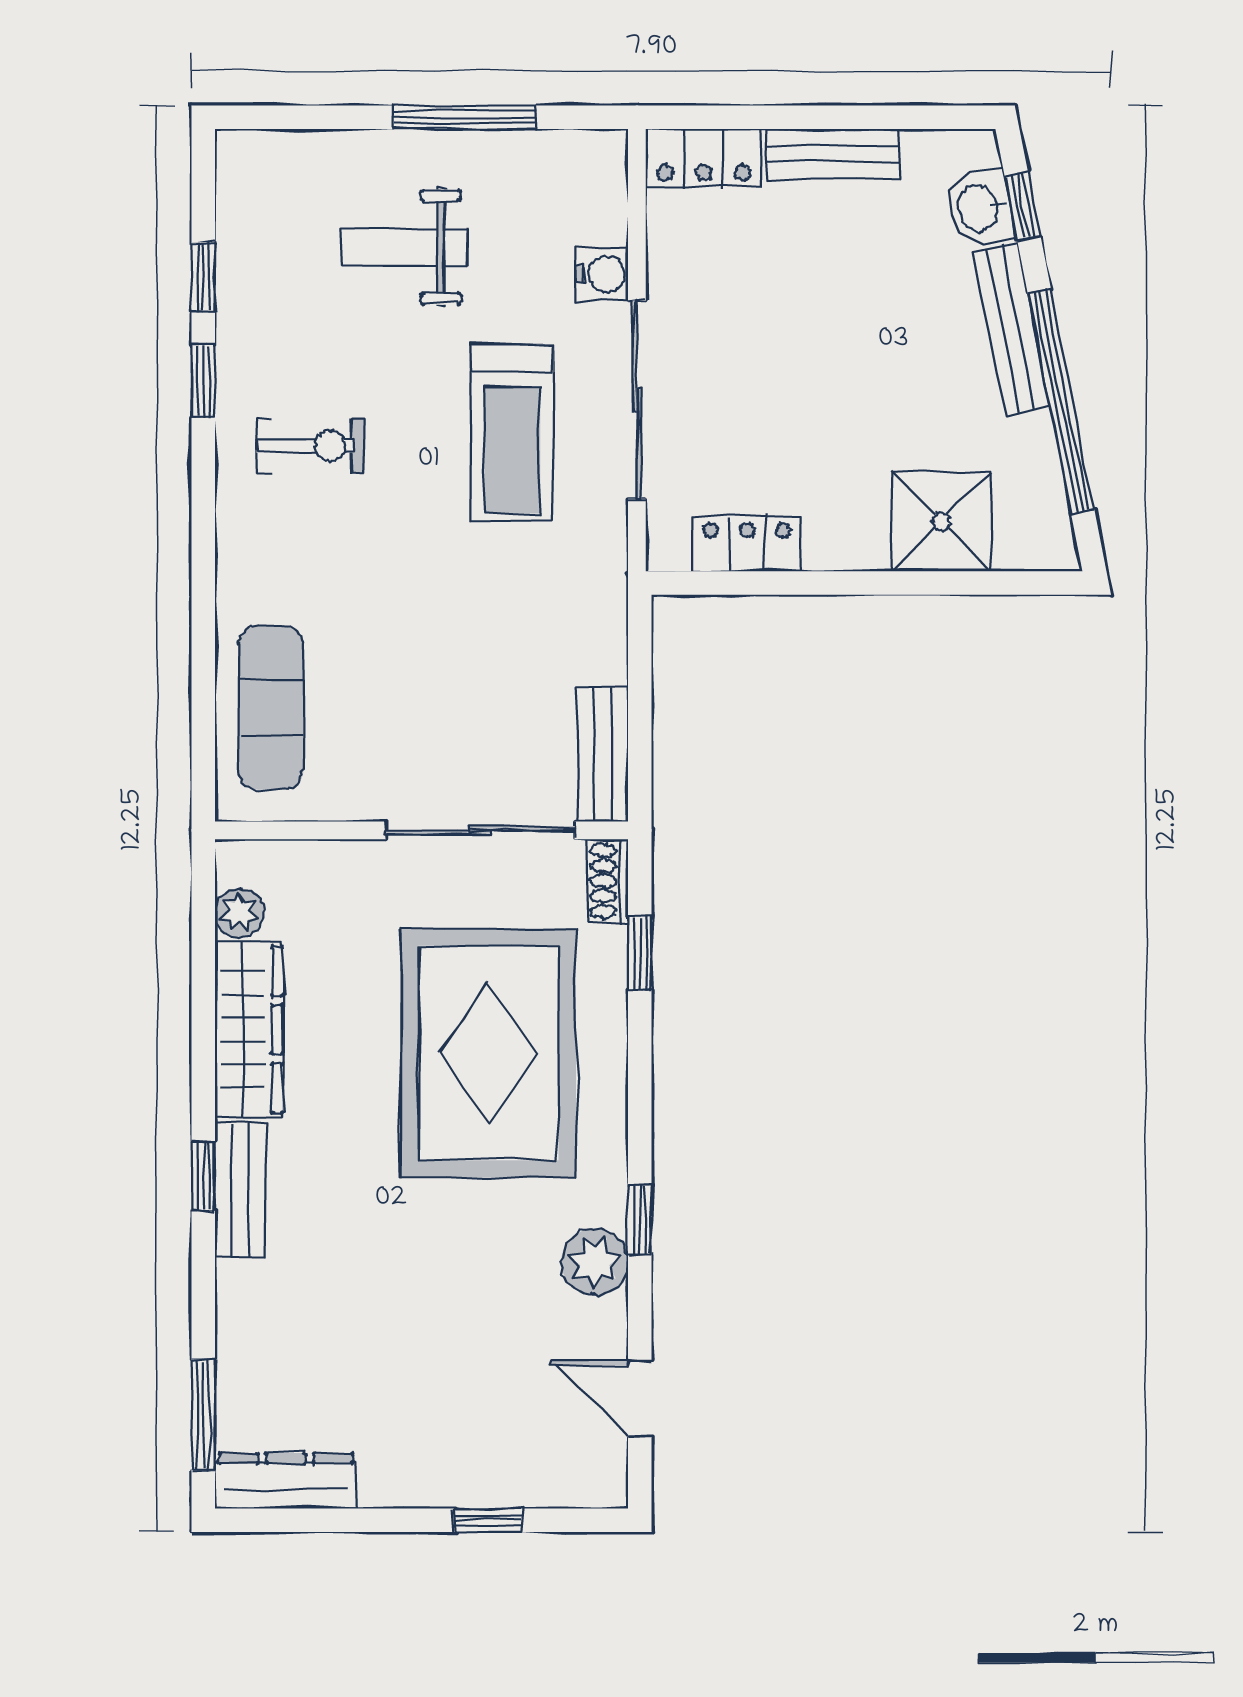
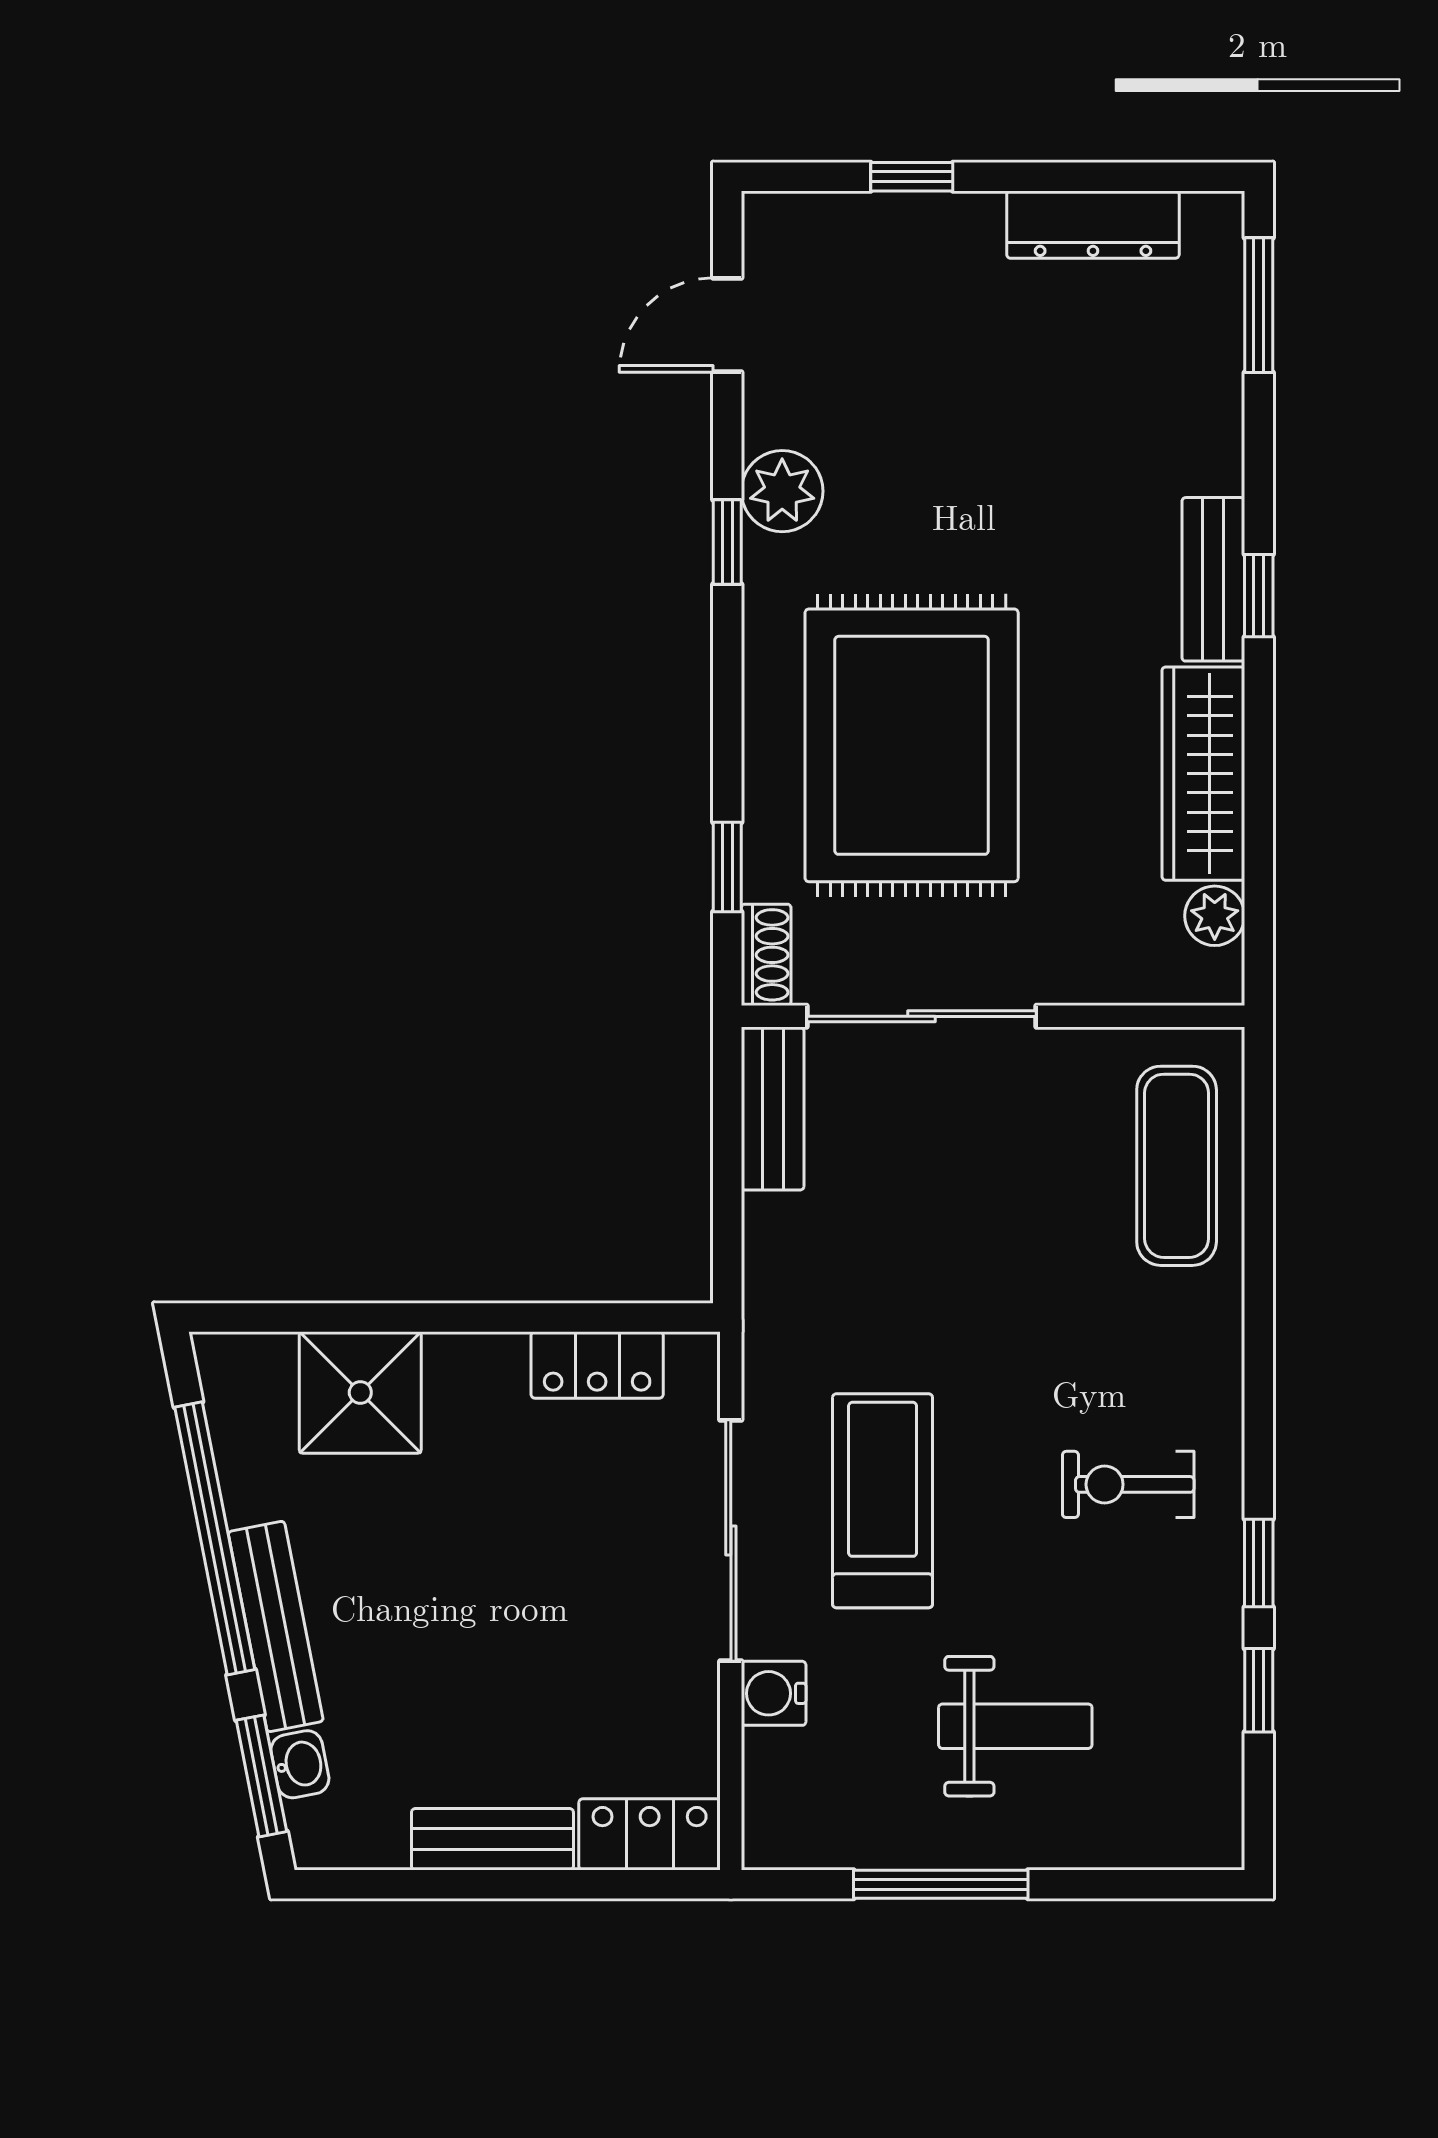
window: (1023, 206) -> (261, 1776), width x1.50
washbasin: (980, 208) -> (300, 1764), width x0.72, depth x0.69
door: (640, 1398) -> (727, 325), swing flipped
dresser: (286, 1481) -> (1093, 225), moved

